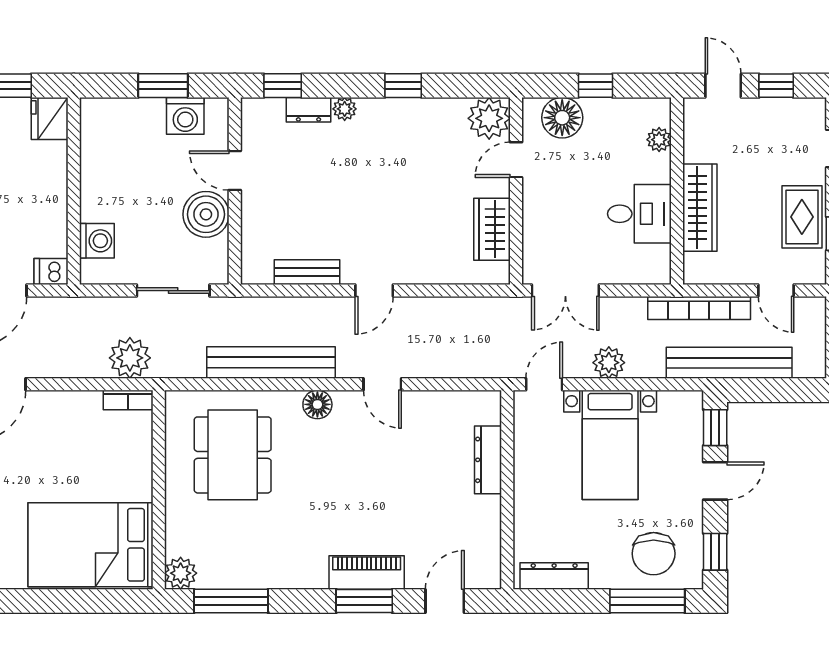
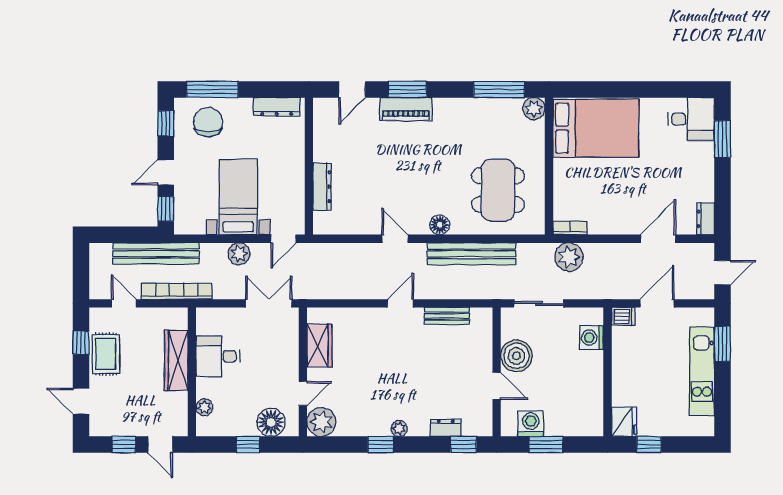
plant: (345, 109) -> (399, 428), moved

